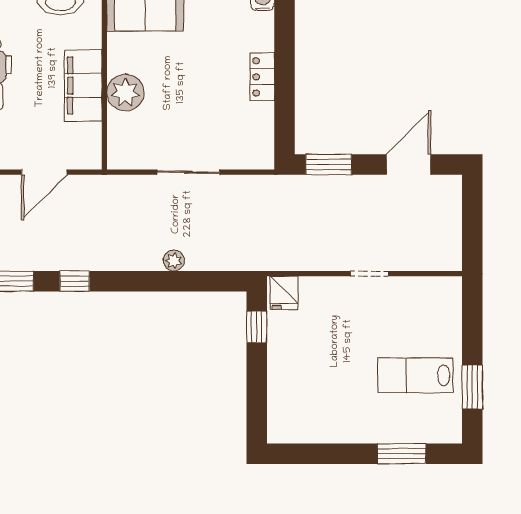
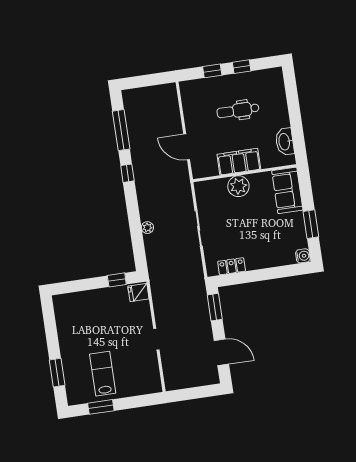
locker: (262, 77) -> (232, 266), moved

